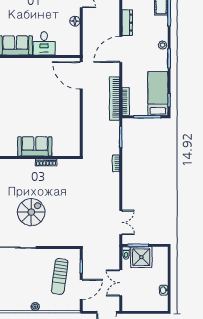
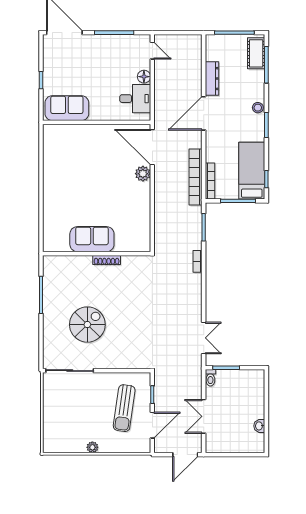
desk: (44, 43) -> (135, 99), moved, turned -90
plant: (74, 96) -> (143, 174), added
shower: (141, 257) -> (230, 383), removed

